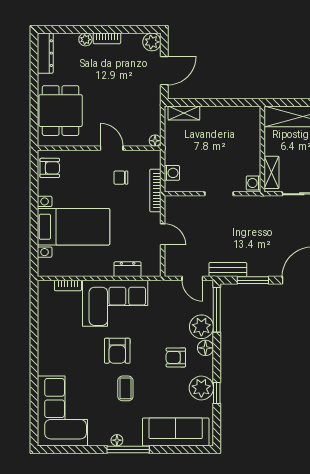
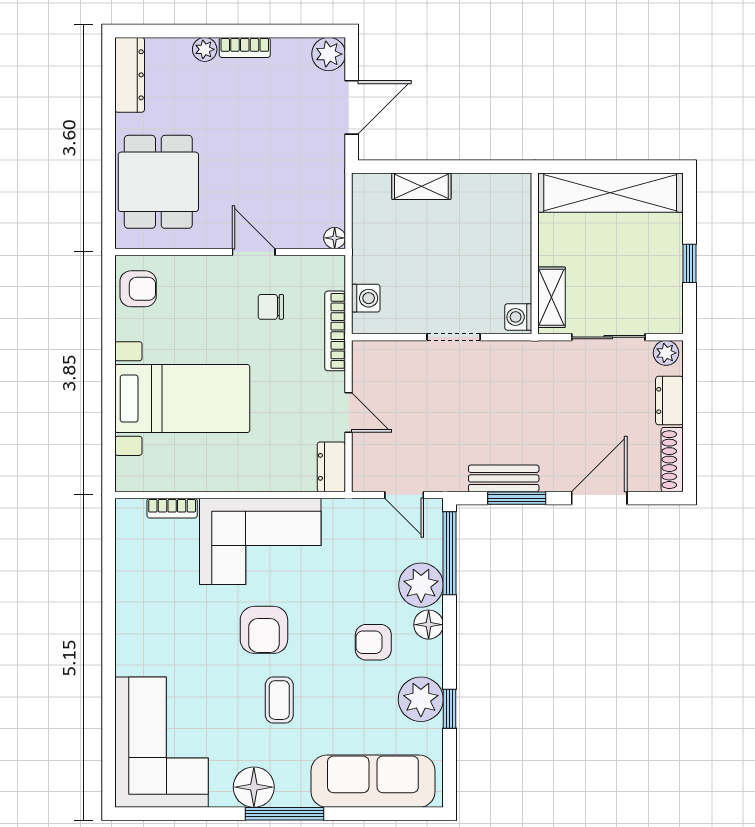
shelving: (184, 113) -> (421, 186), moved
dresser: (128, 269) -> (331, 467), moved, turned -90
bench: (228, 270) -> (504, 478), moved
floor lamp: (117, 440) -> (254, 787), width x1.89, depth x1.89

